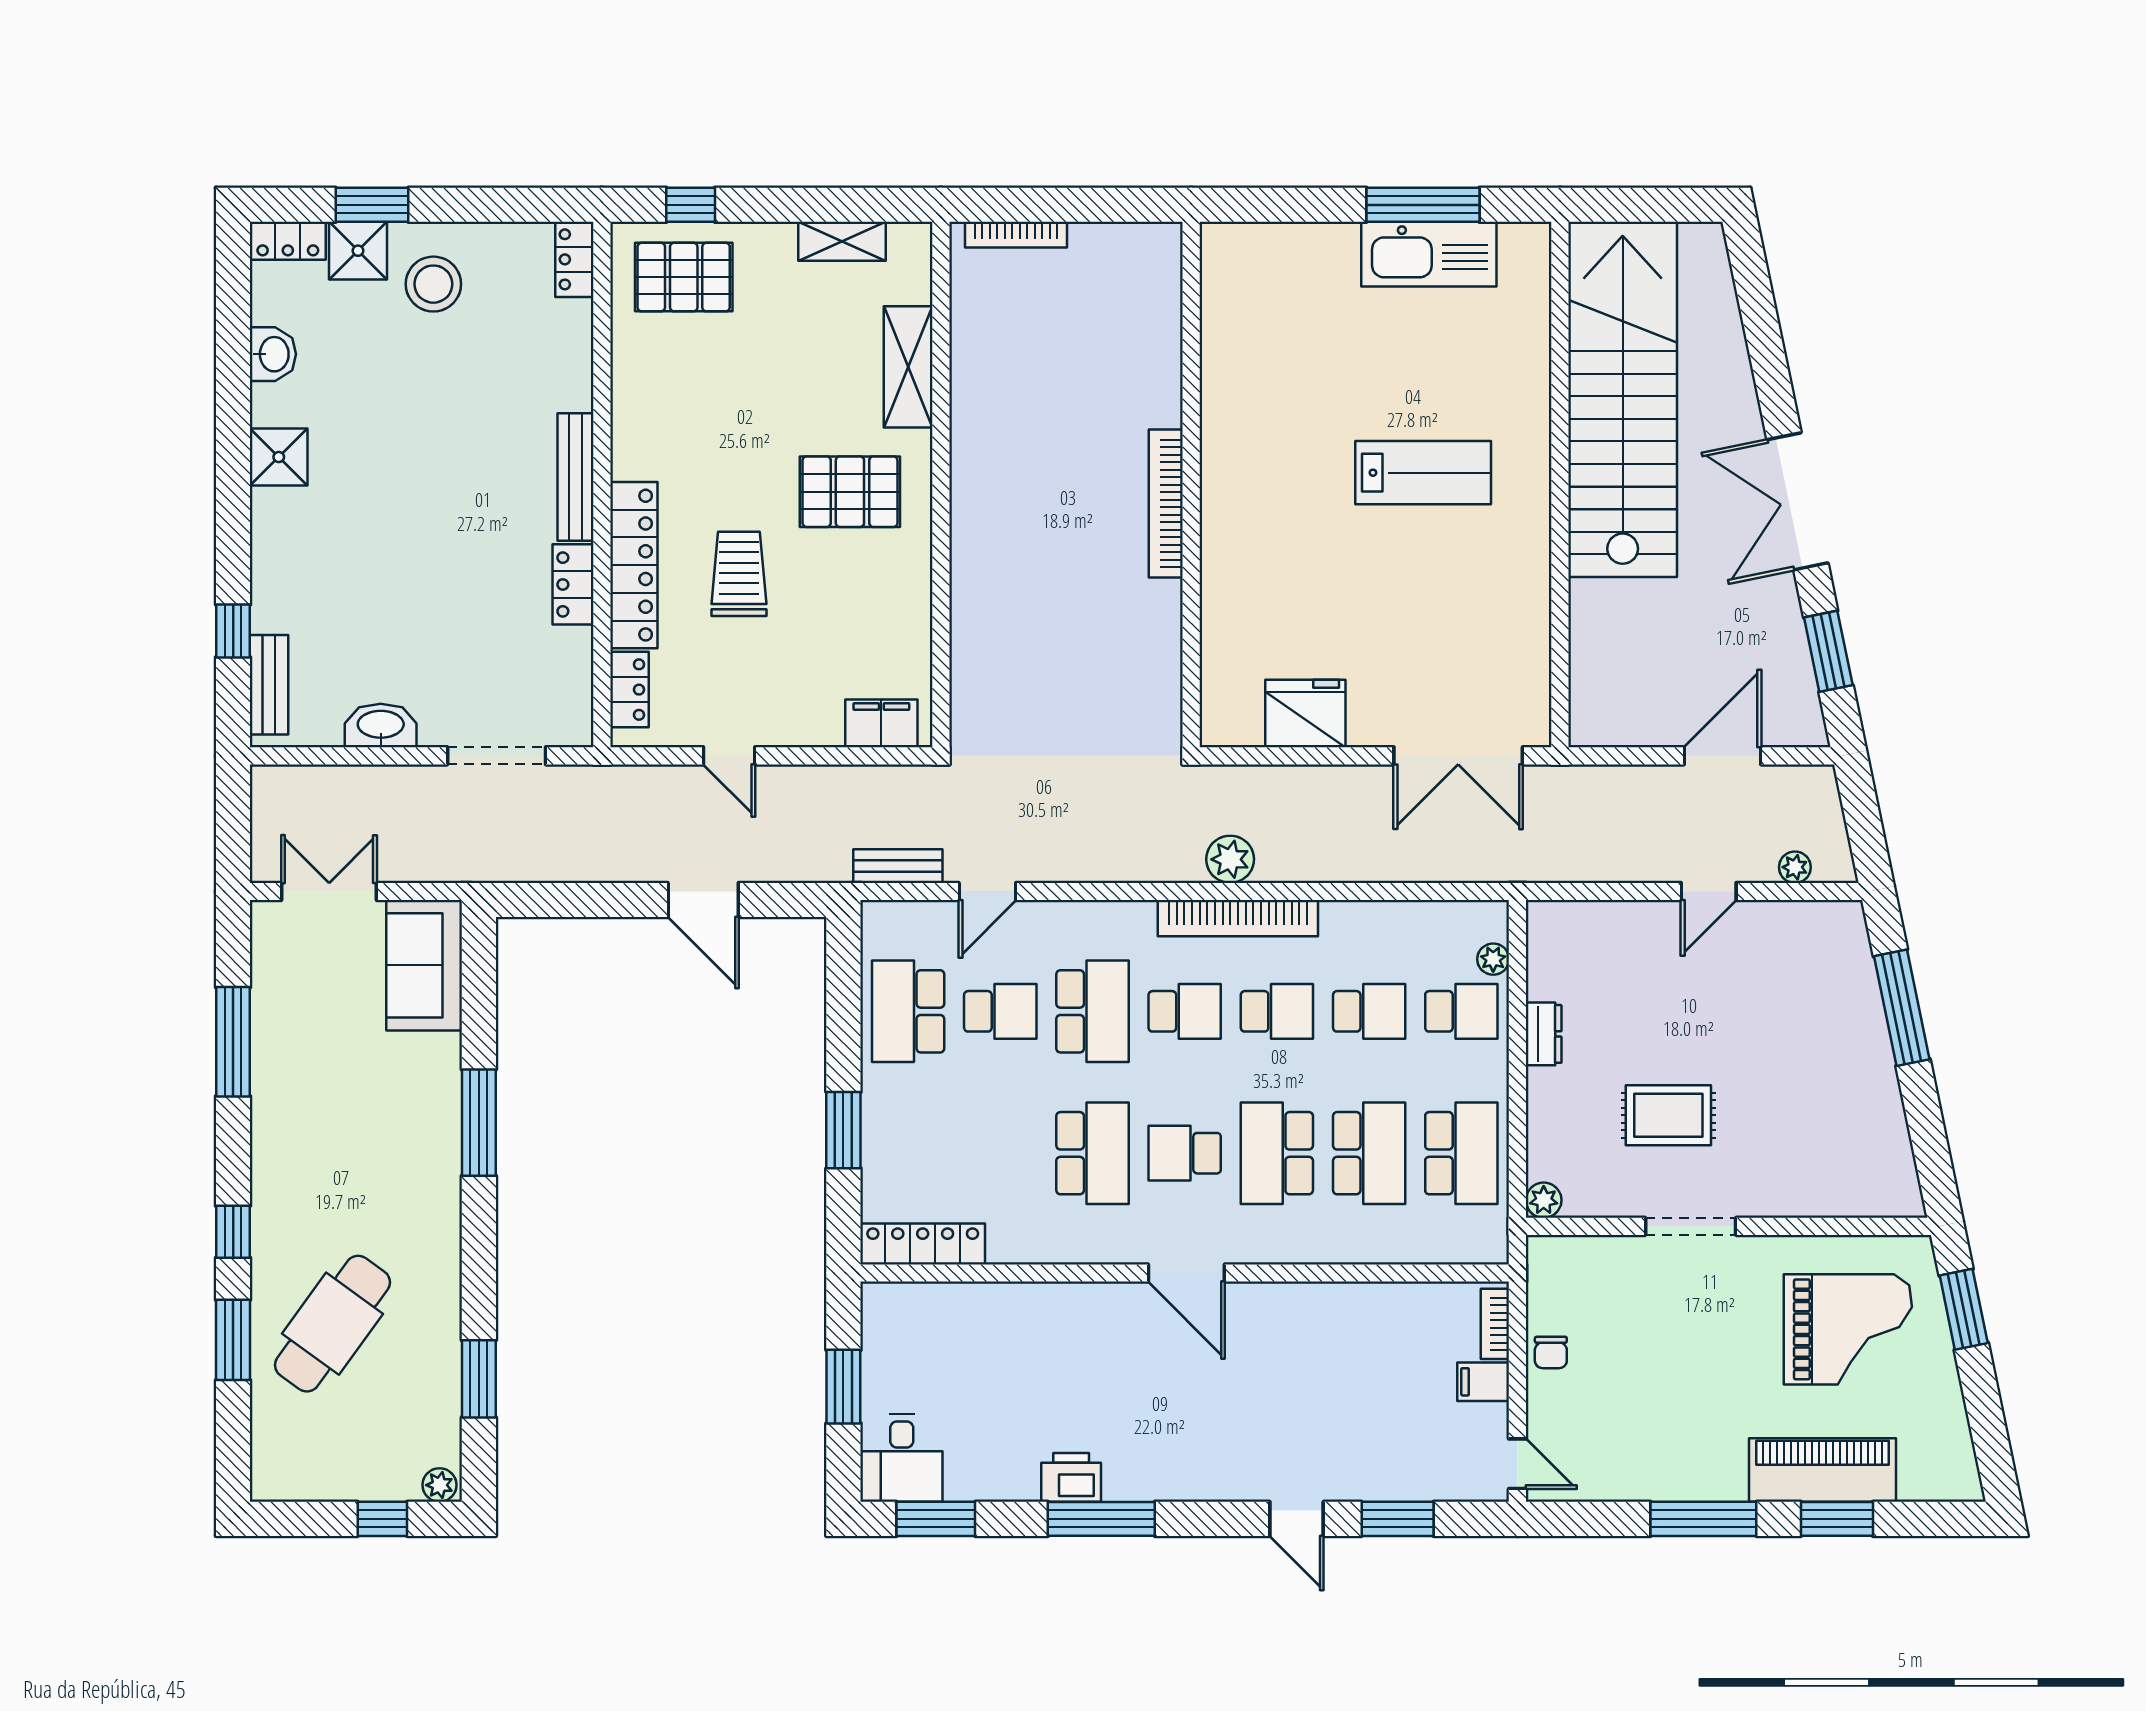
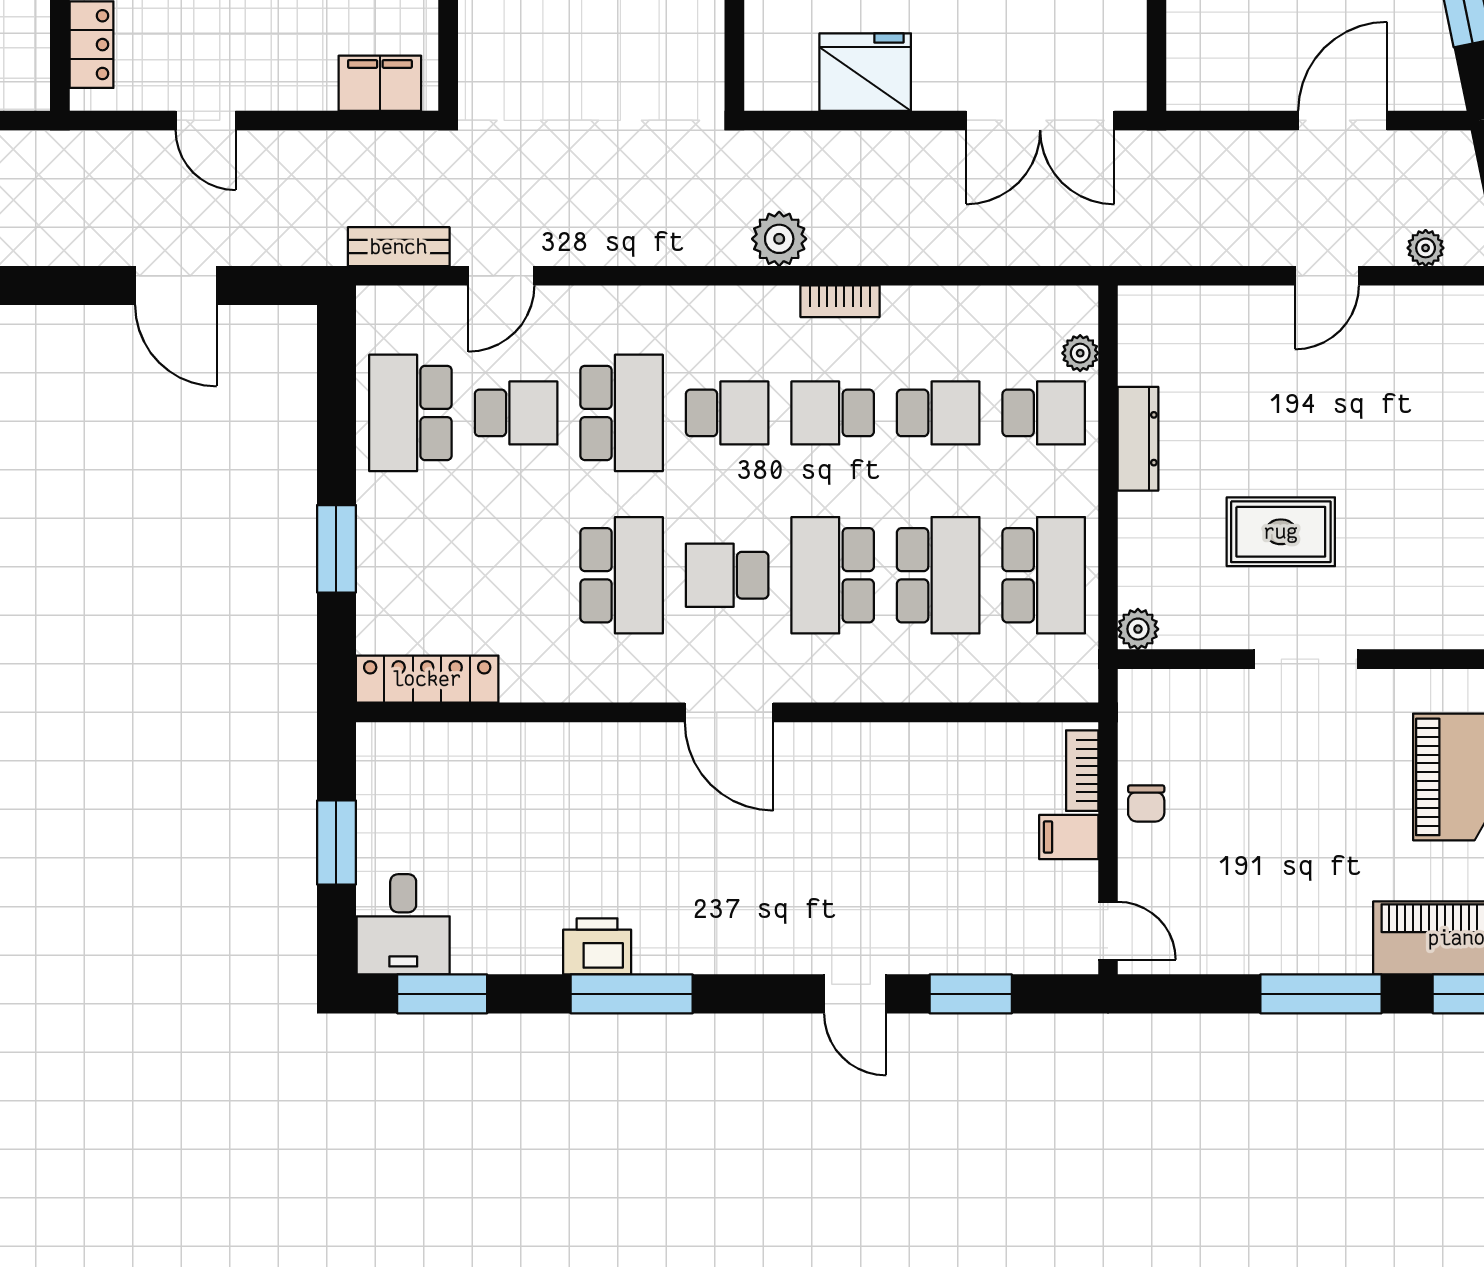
bookcase: (1238, 918) -> (840, 301), width x0.43, depth x0.76
school desk: (1277, 1011) -> (833, 413), turned 180
dresser: (1544, 1034) -> (1138, 439), width x1.44

